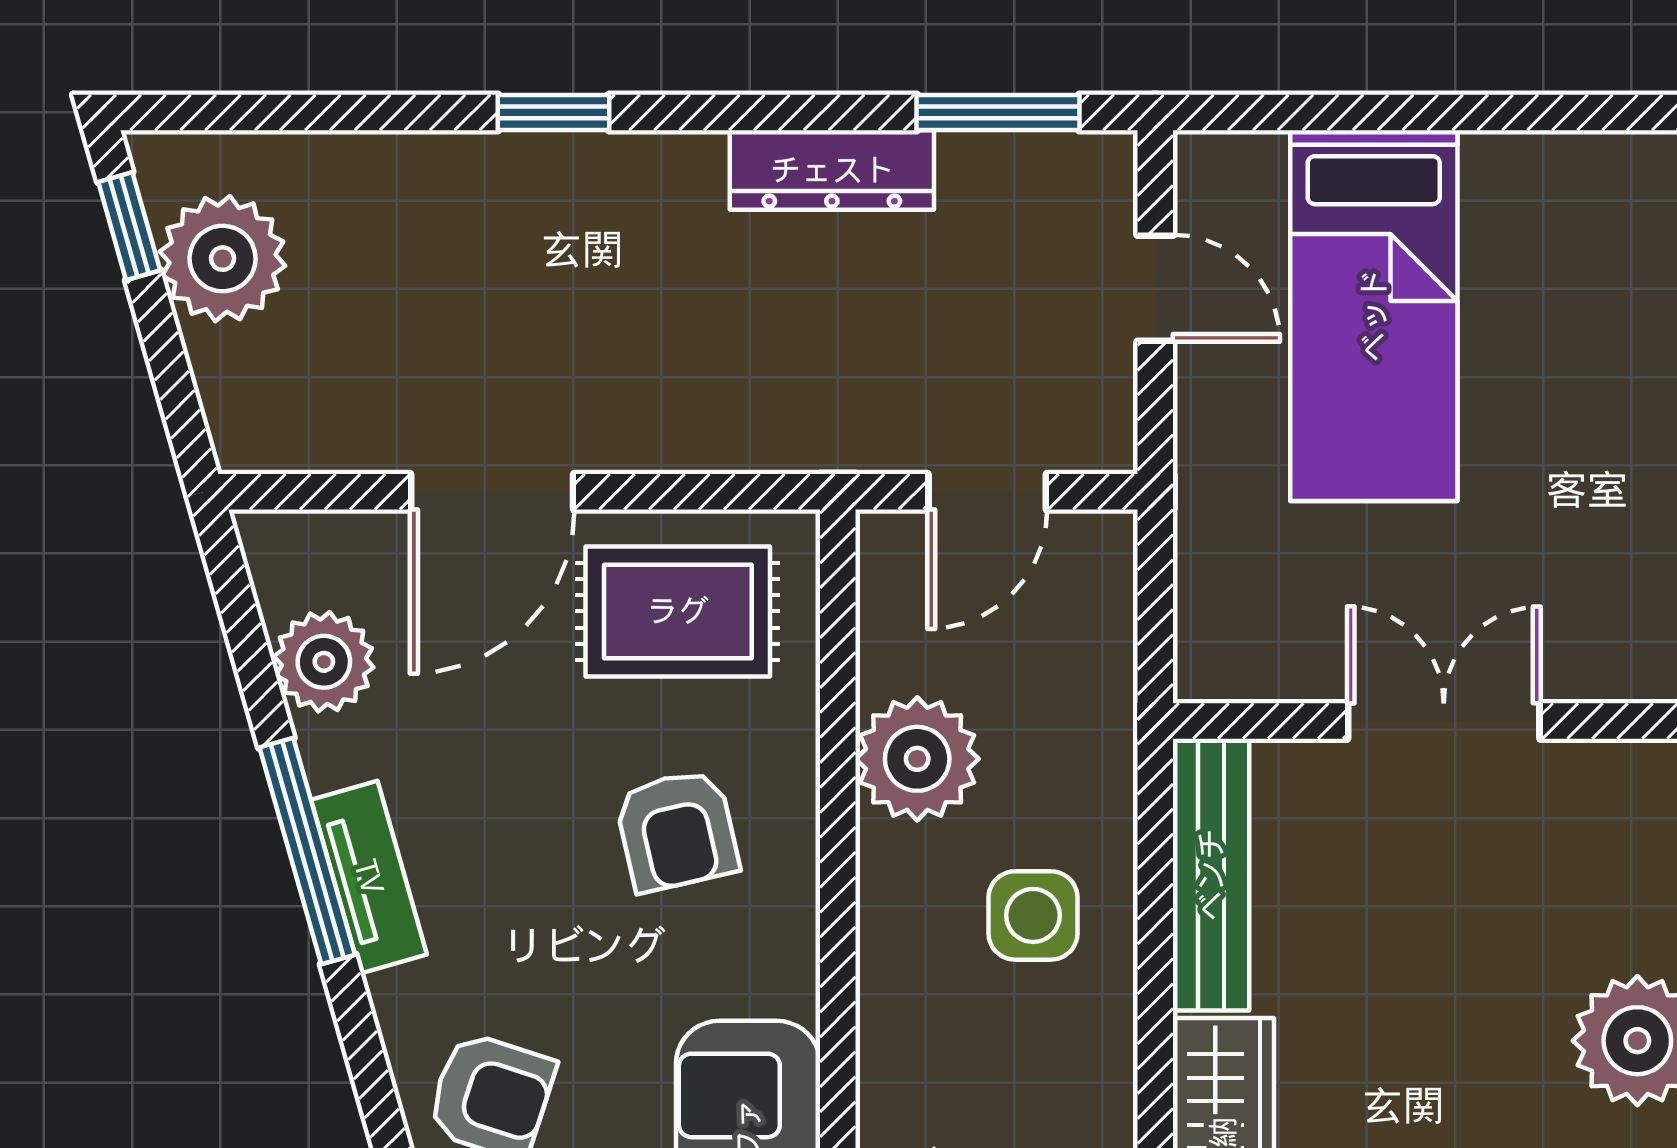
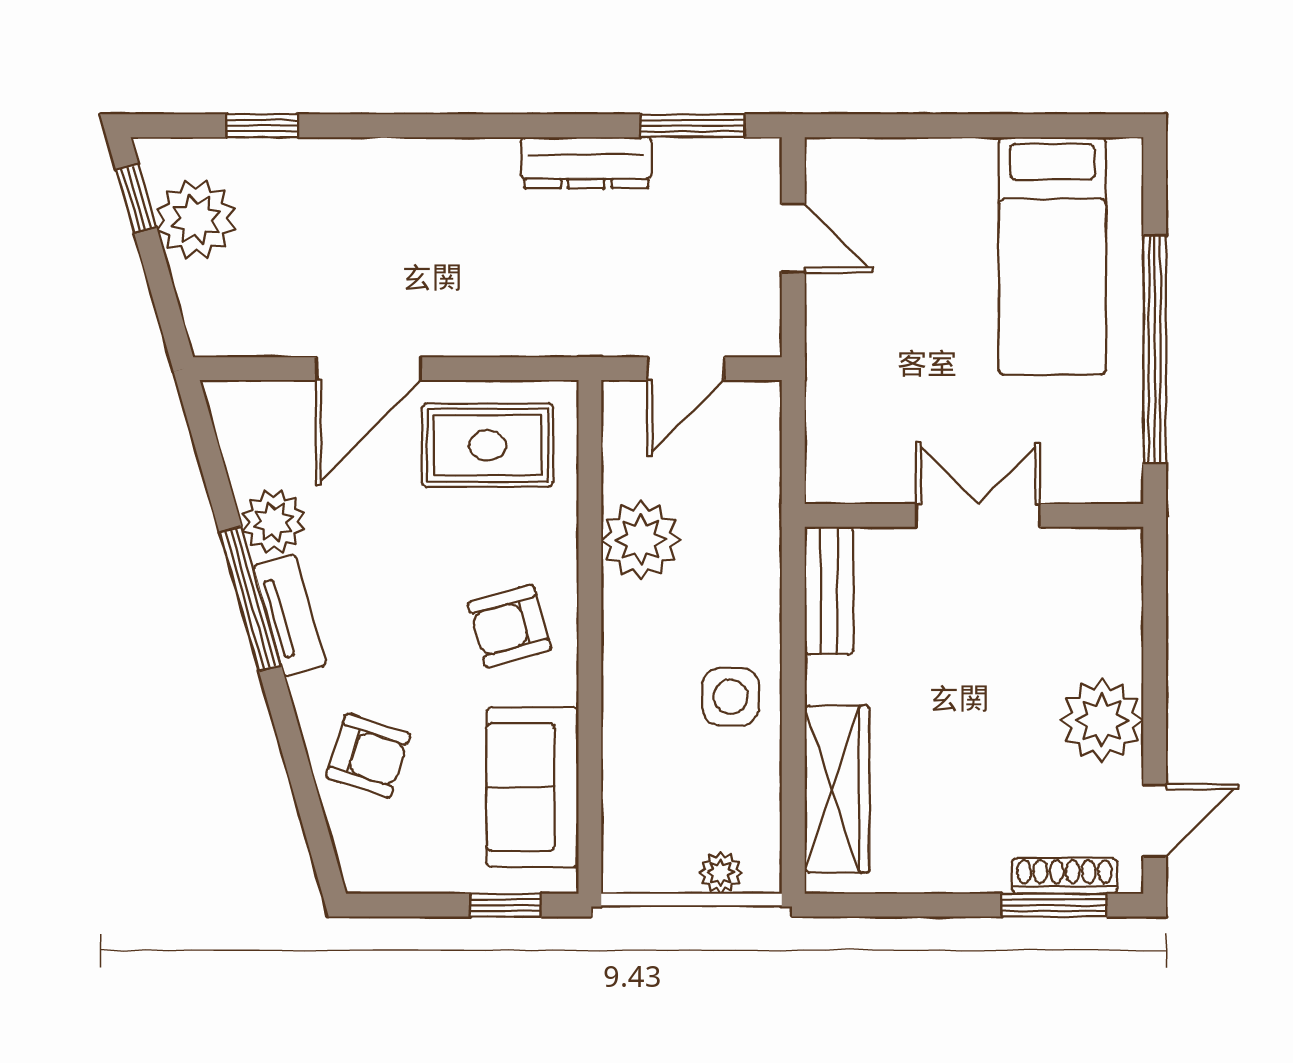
window: (553, 112) -> (262, 126), moved
bed: (1374, 316) -> (1052, 256), moved
plant: (324, 662) -> (273, 522), moved
armchair: (677, 831) -> (510, 626), moved, turned 87
bench: (1211, 875) -> (829, 591), width x0.73
side table: (1033, 915) -> (731, 697), moved

